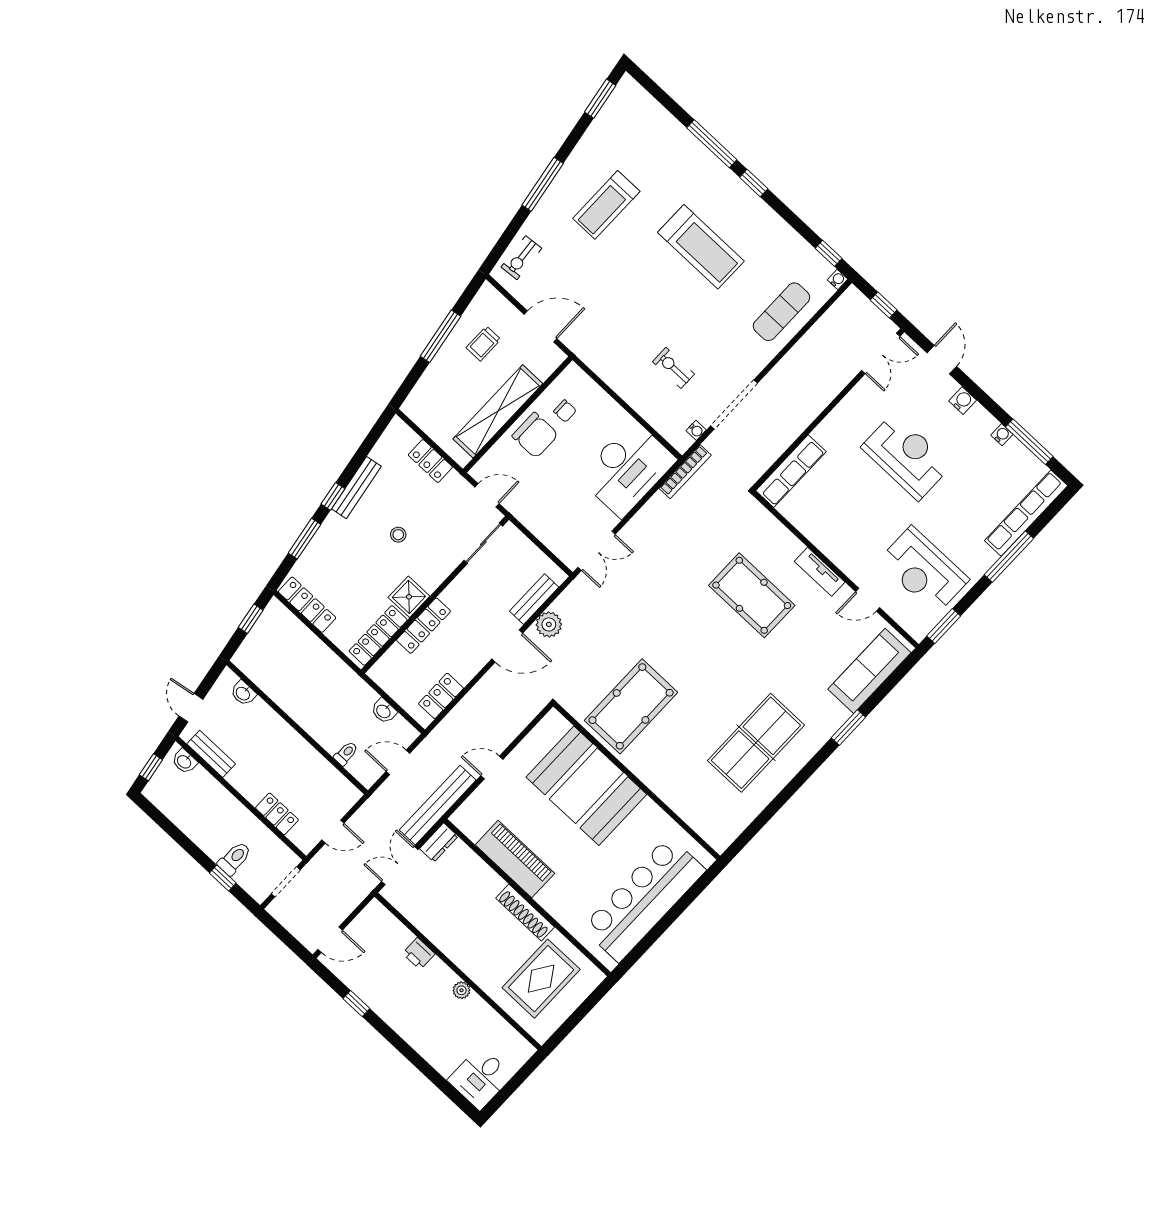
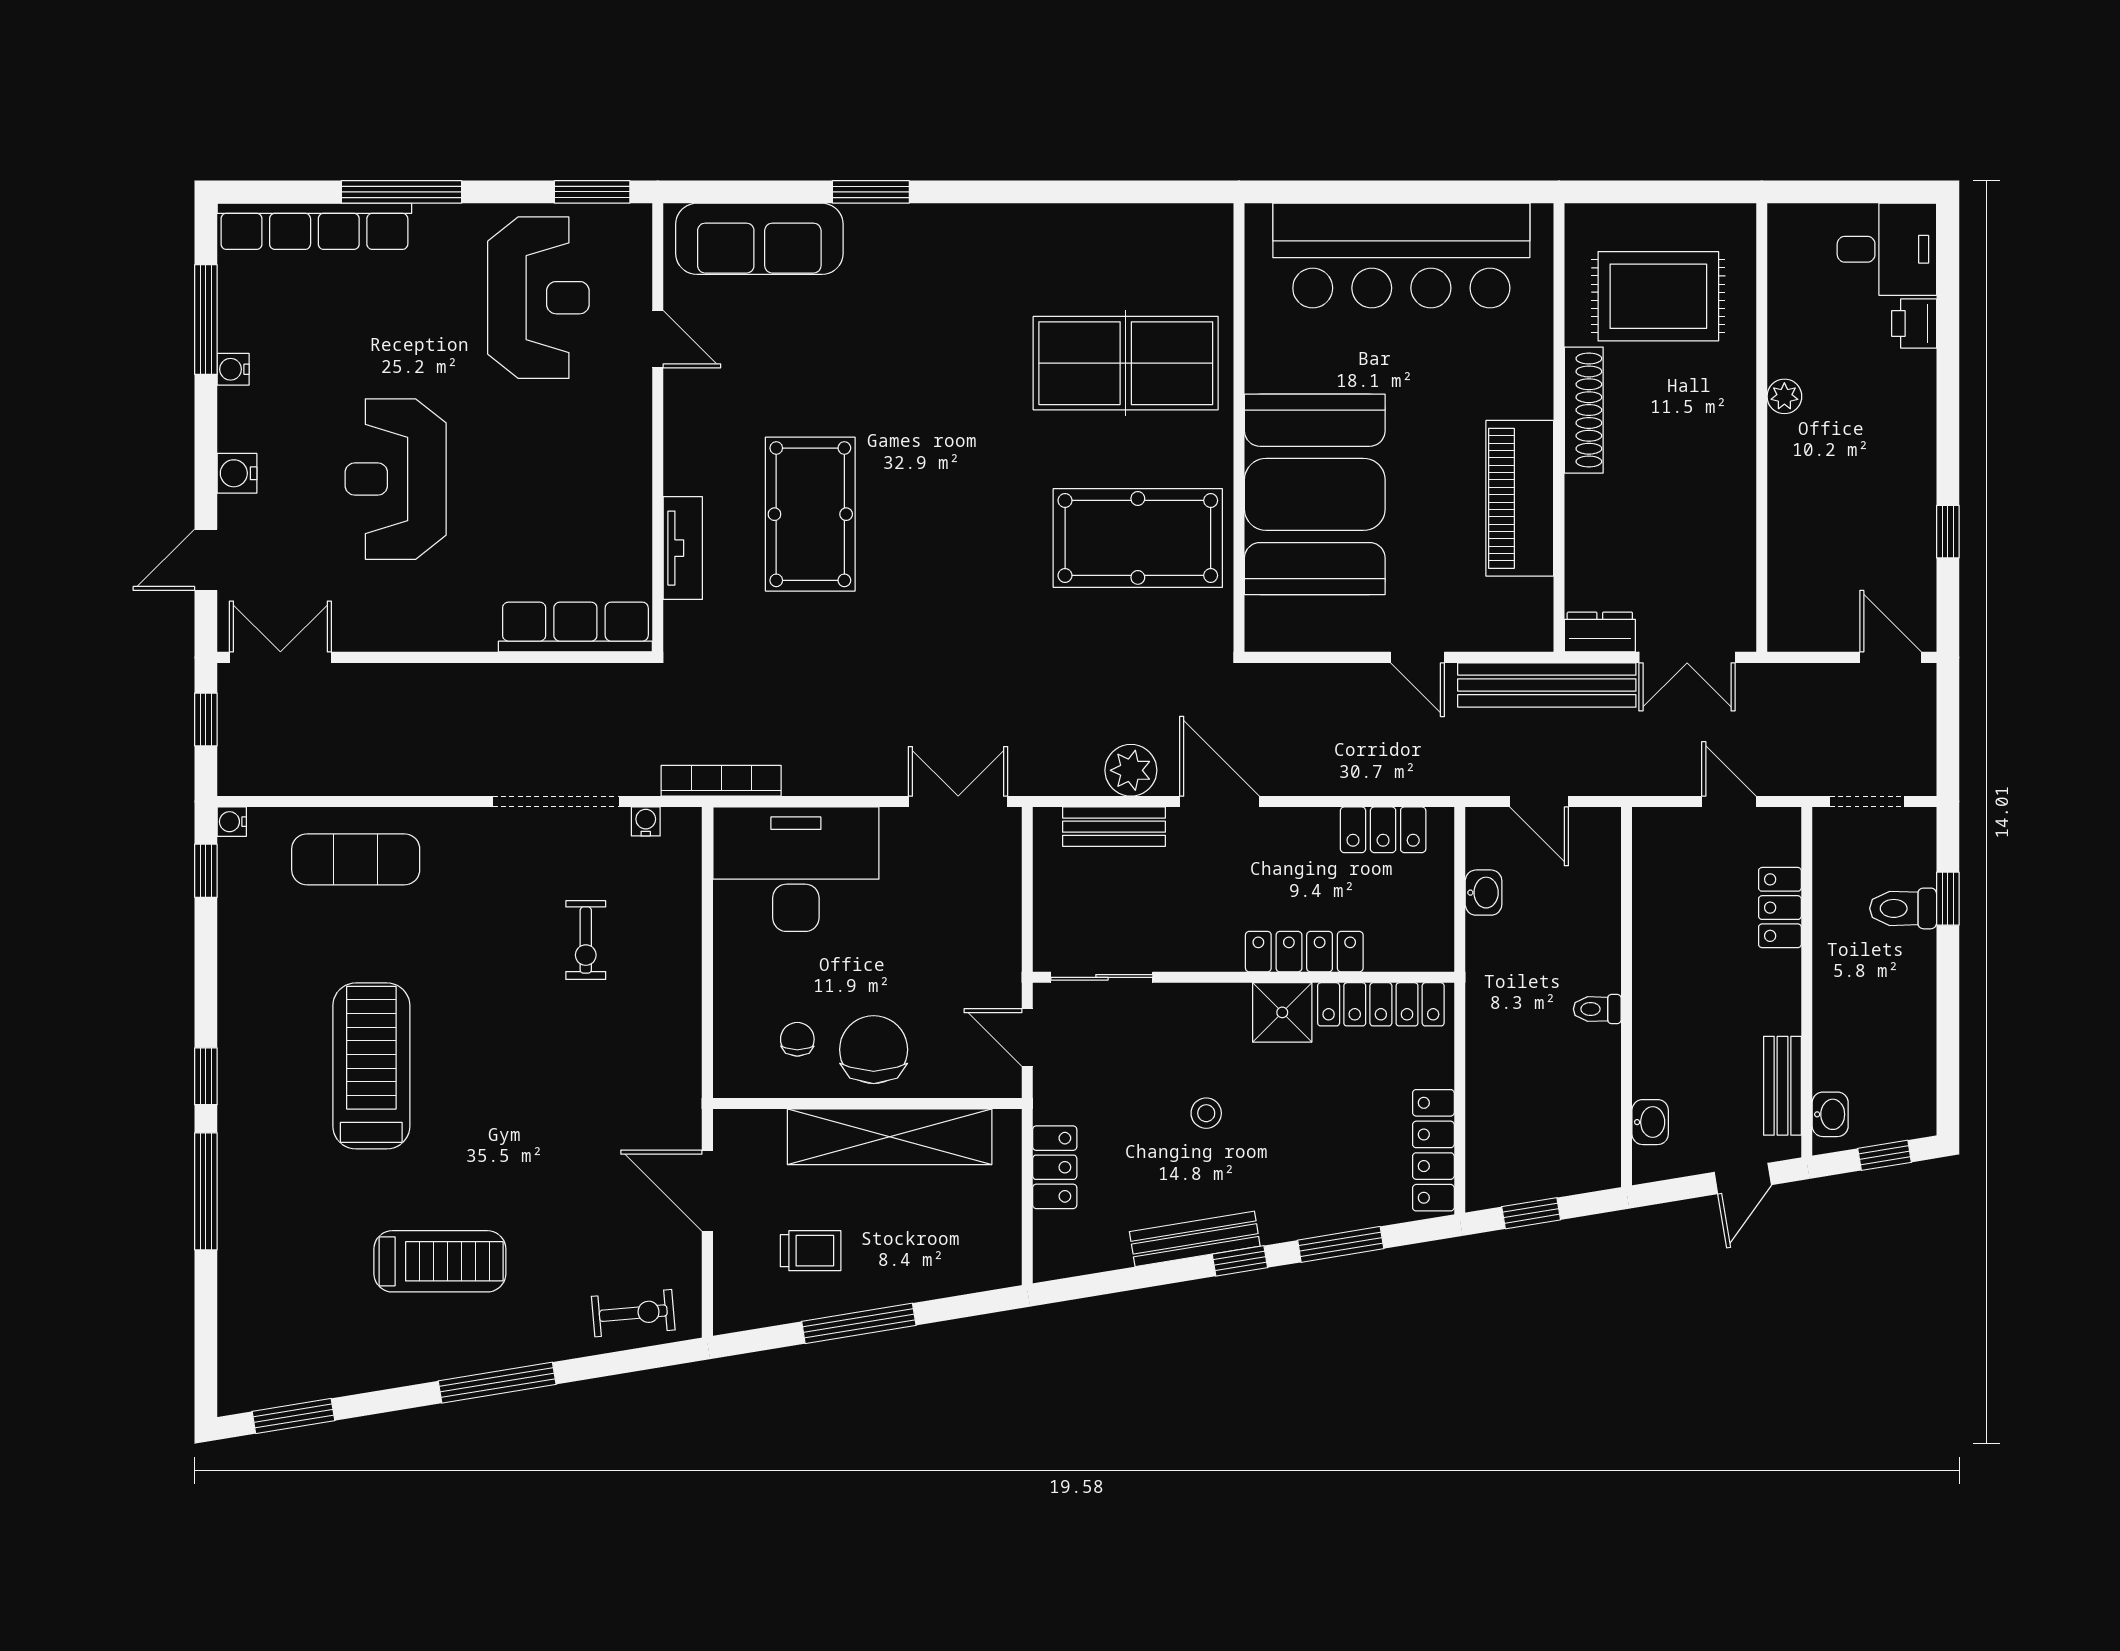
tv unit: (820, 572) -> (683, 548), moved
table tennis table: (756, 743) -> (1126, 363), moved
toilet: (346, 753) -> (1597, 1009), moved
printer: (419, 954) -> (1914, 324), moved, turned 180

